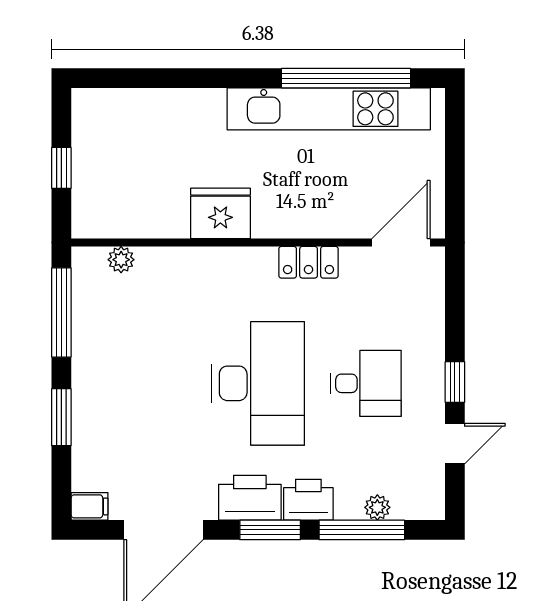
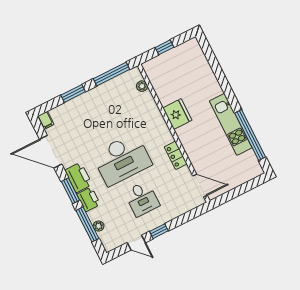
kitchen unit: (329, 109) -> (231, 124), width x0.73

